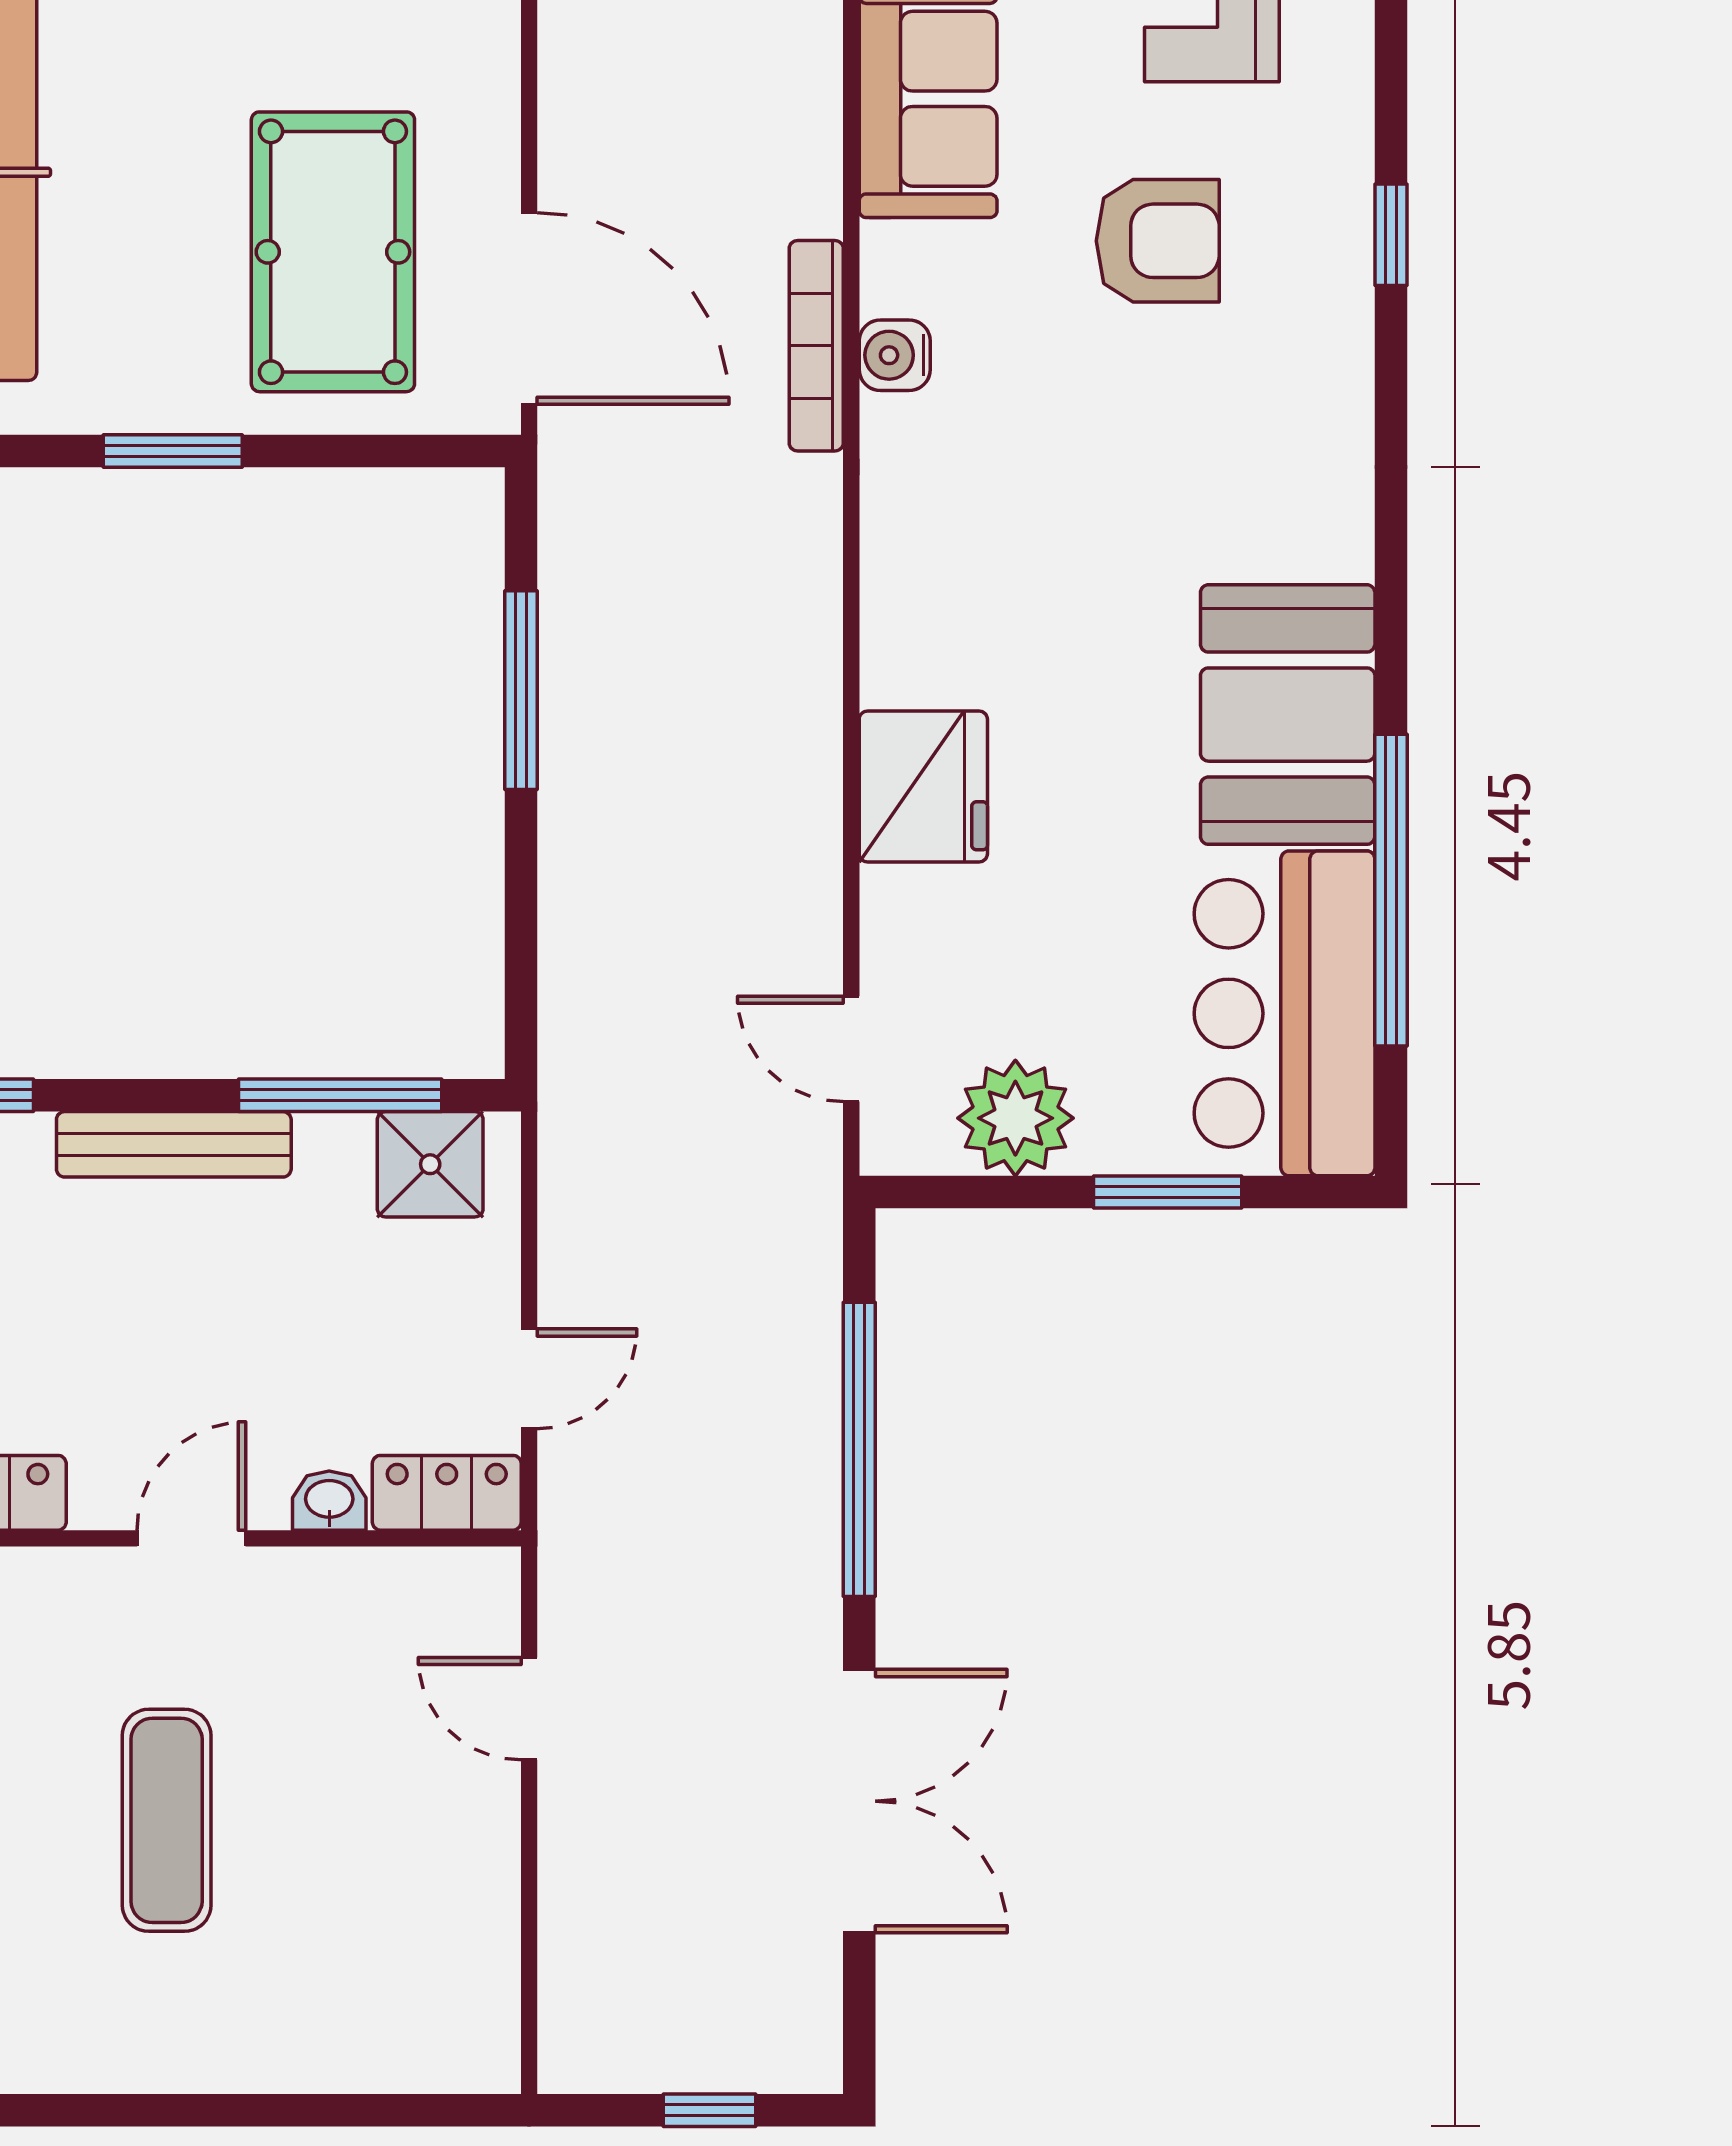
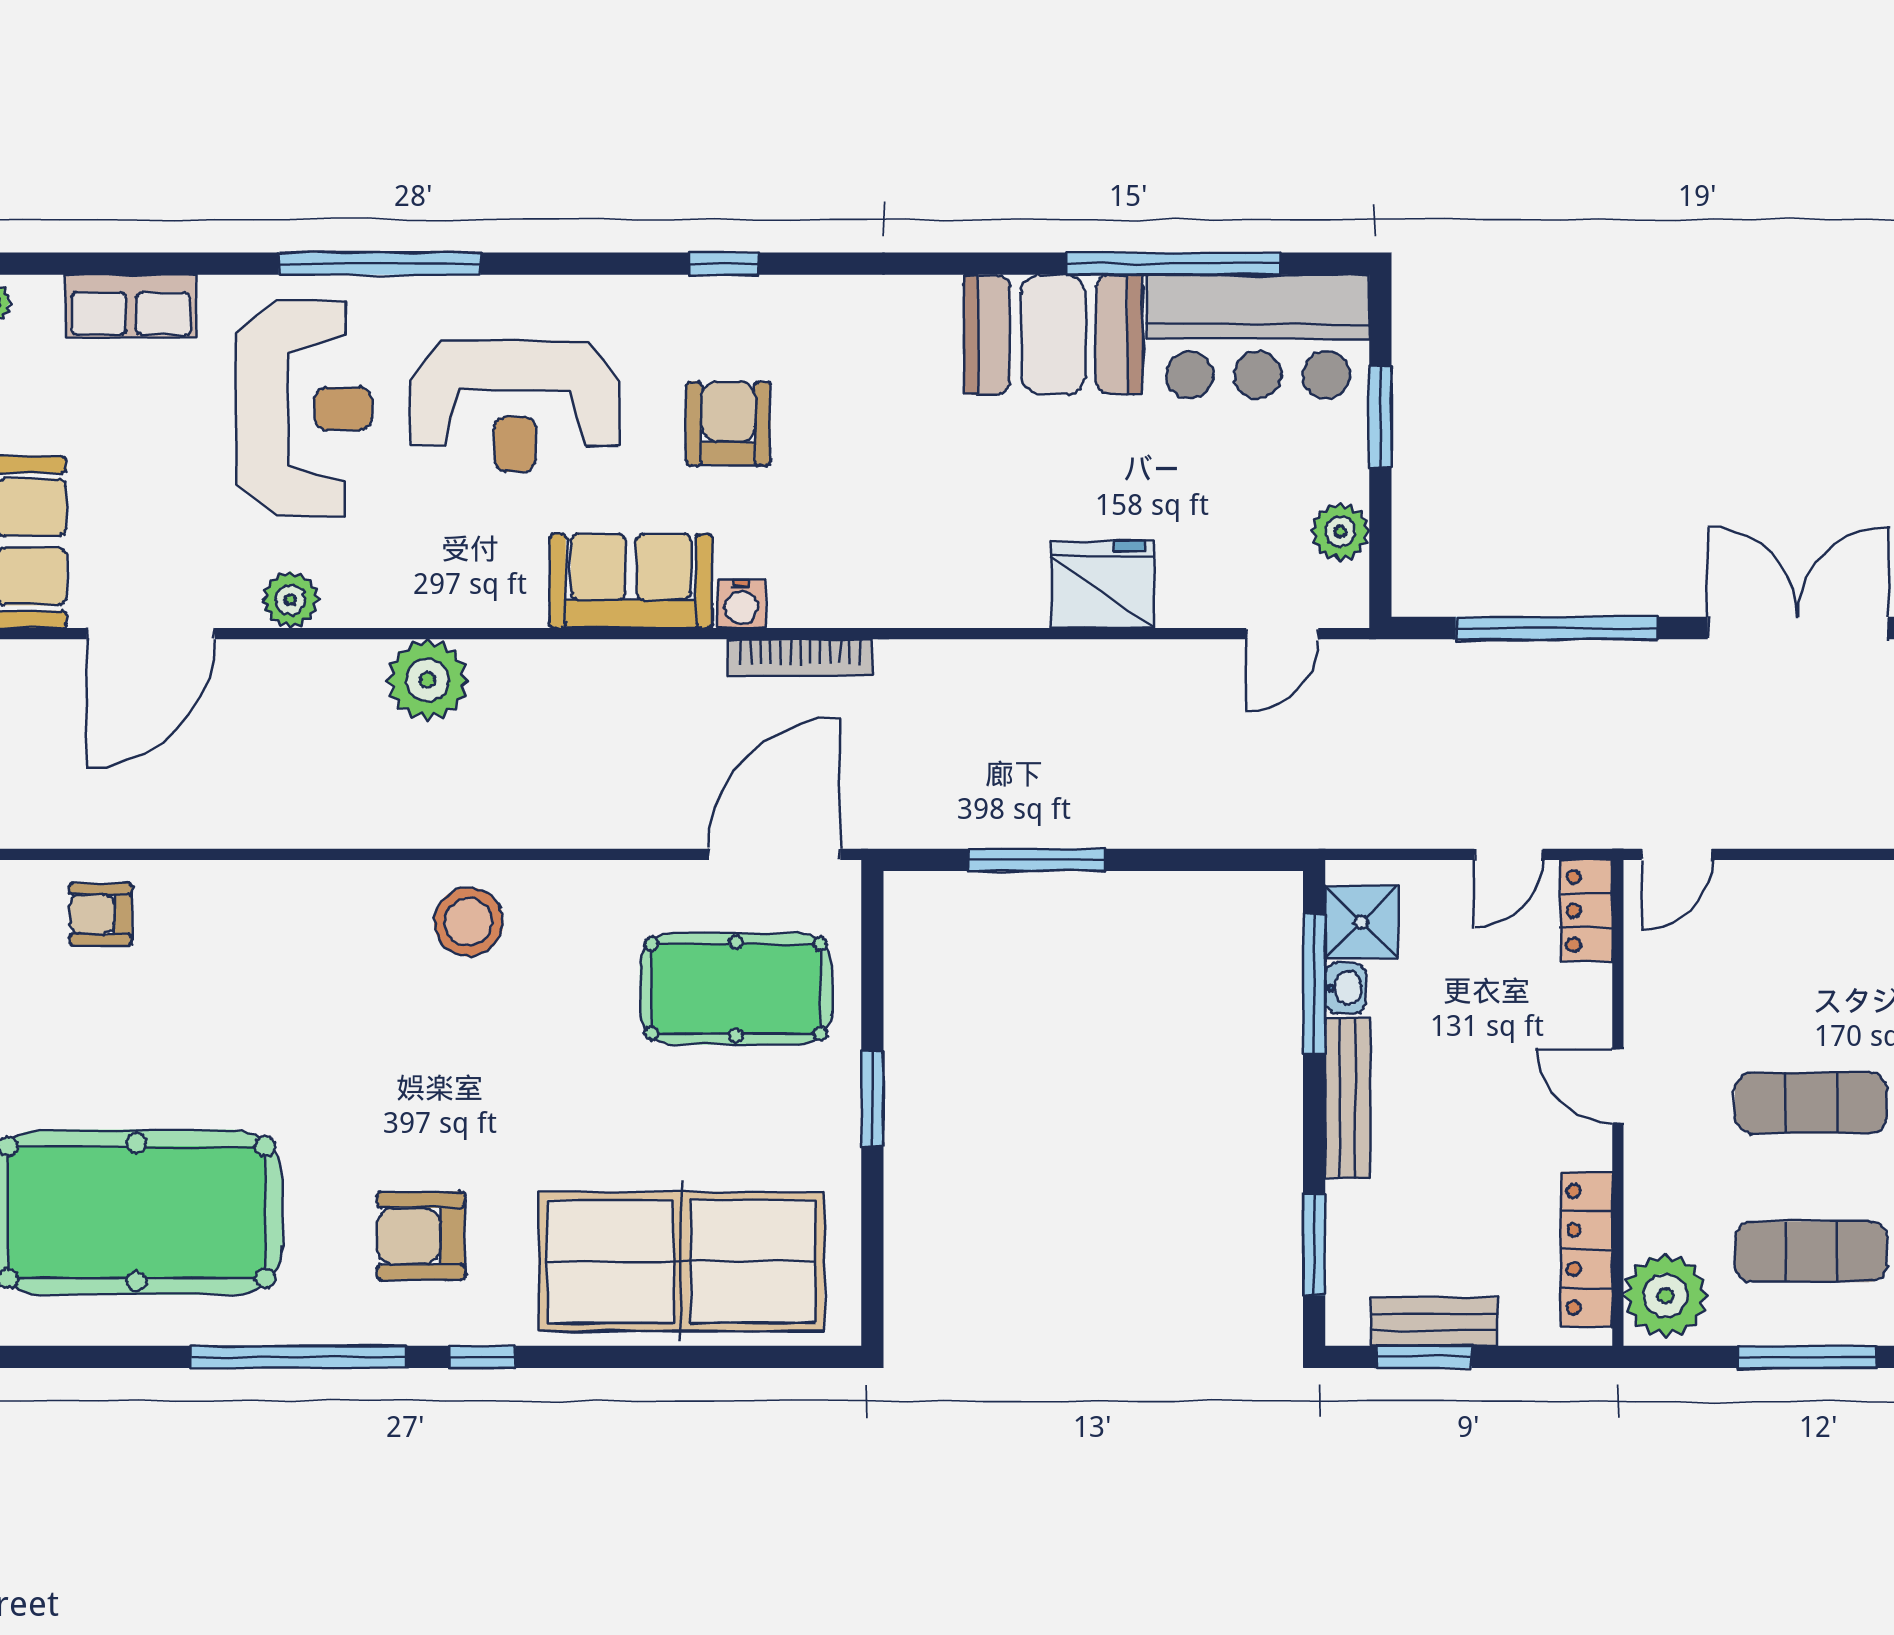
water cooler: (895, 355) -> (741, 604), moved
plant: (1015, 1118) -> (1340, 532), width x0.73, depth x0.73
door: (529, 1379) -> (1508, 854), swing flipped
washbasin: (329, 1501) -> (1346, 988), moved, turned 180
door: (529, 1709) -> (1677, 854), moved

